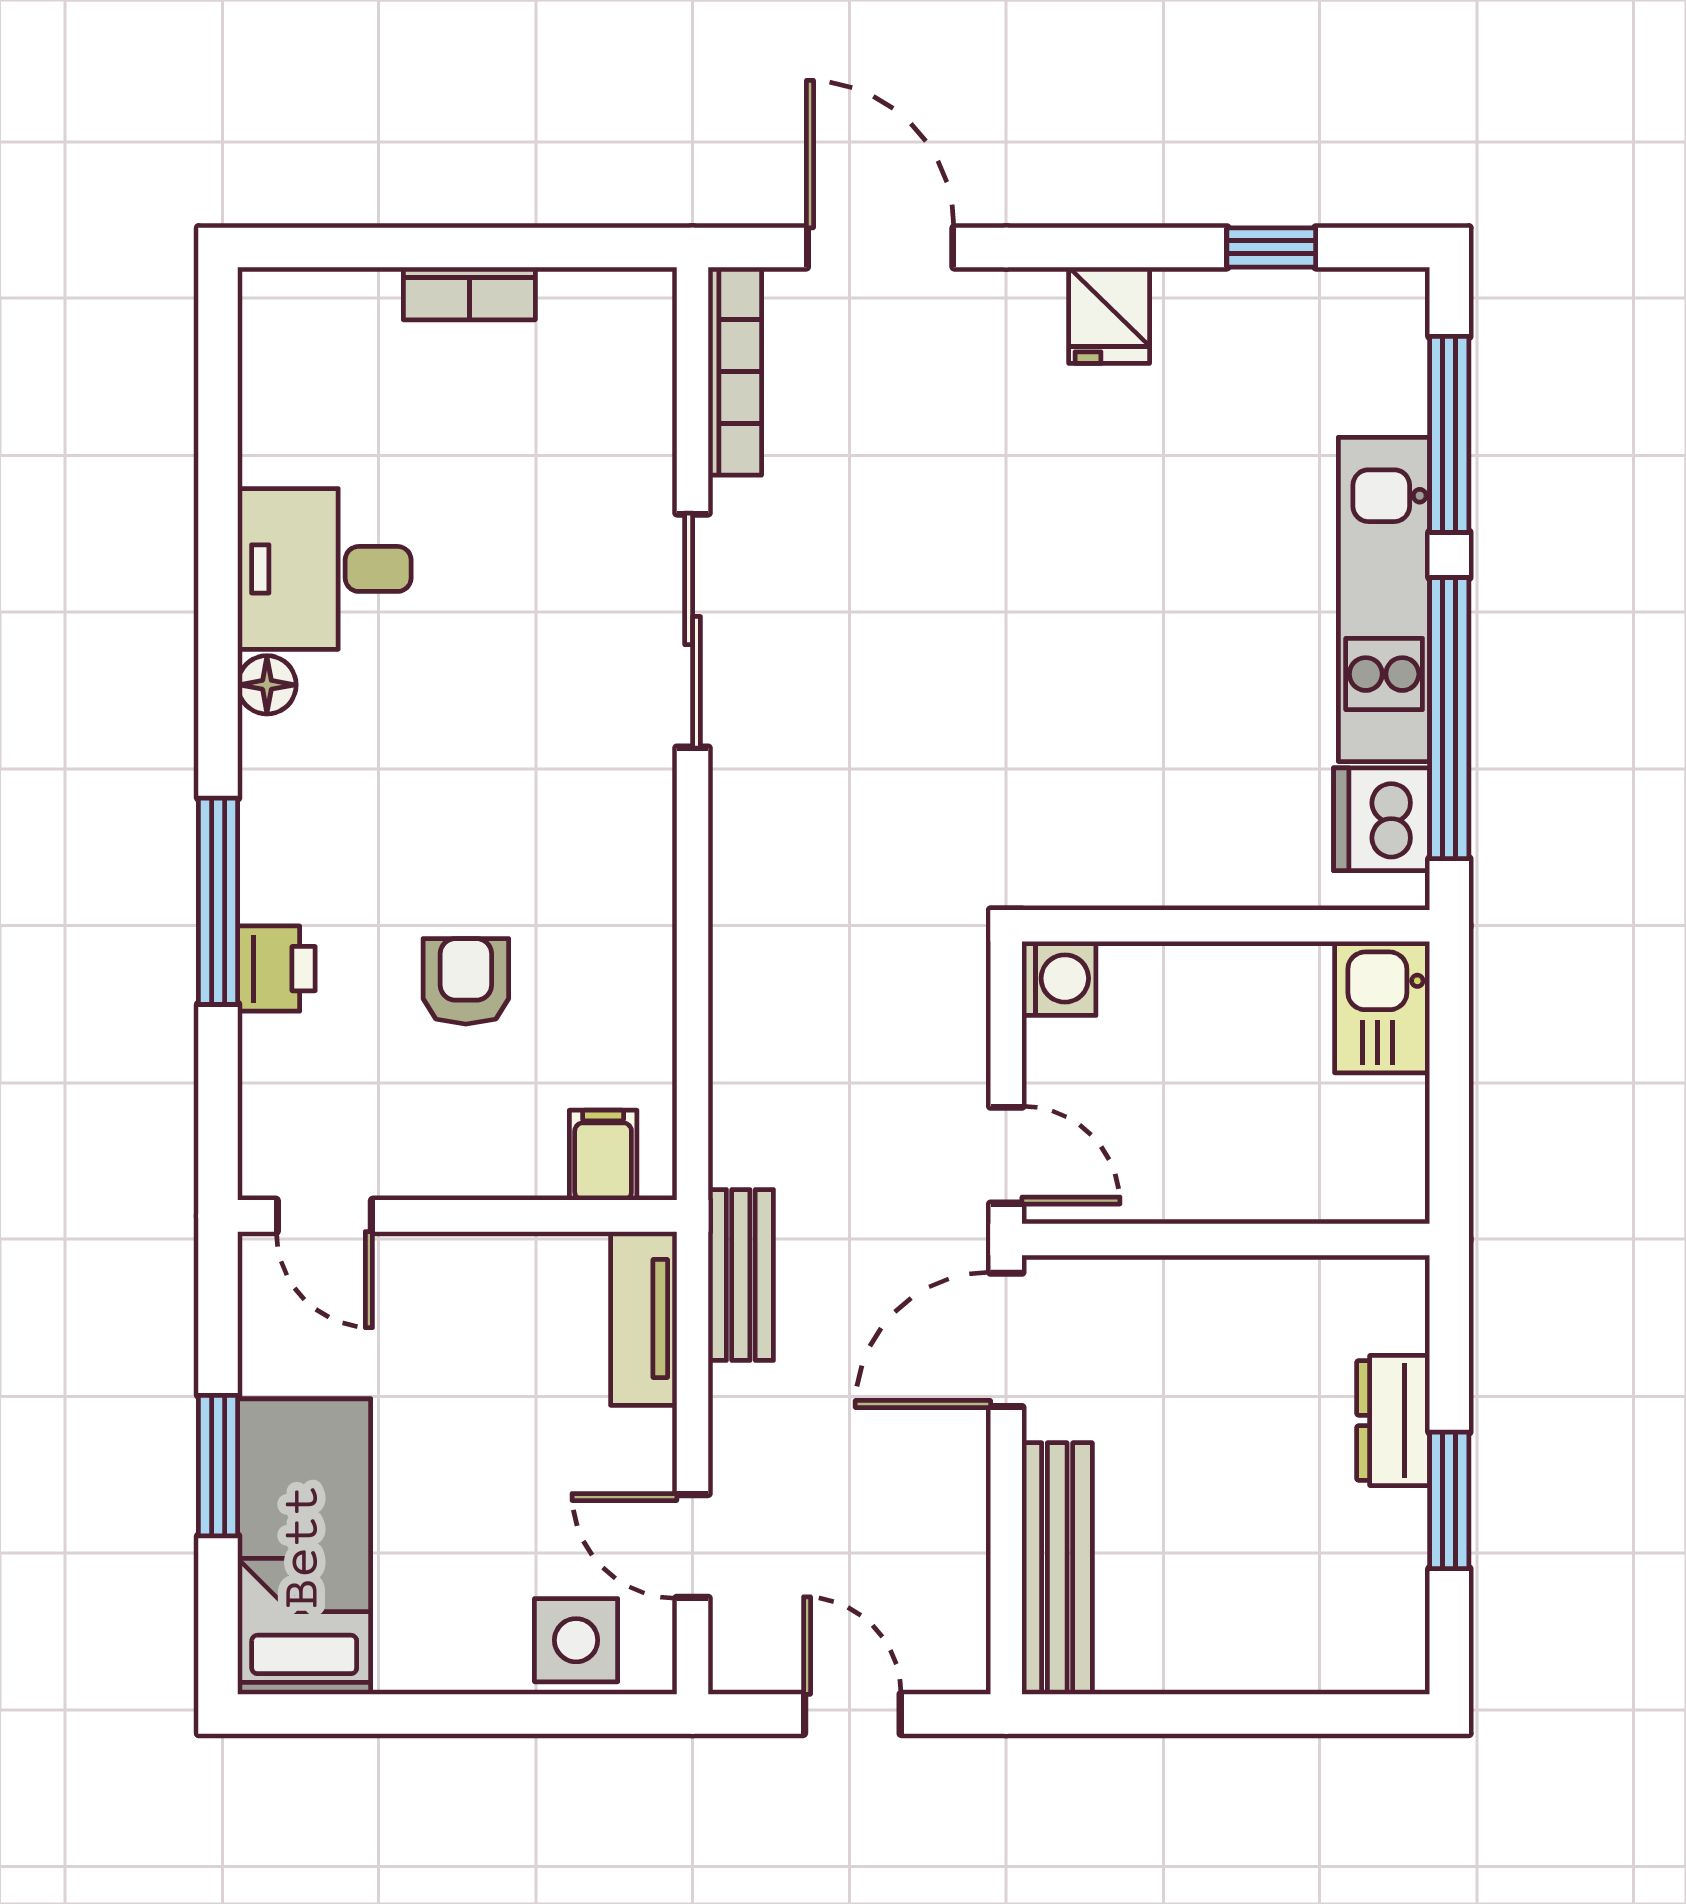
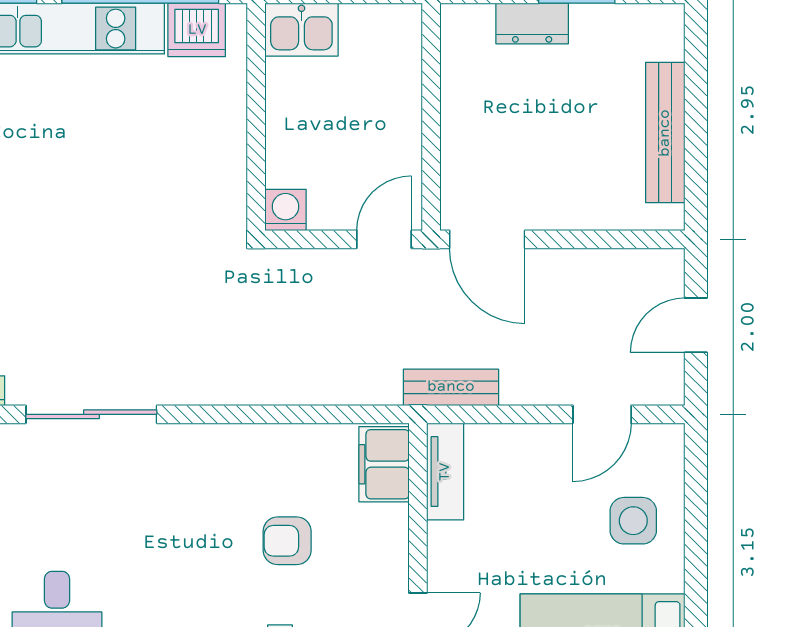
filing cabinet: (603, 1155) -> (384, 464), width x2.00
tv unit: (644, 1318) -> (445, 472), moved, turned -90
bench: (1057, 1569) -> (665, 133), moved, turned 90
side table: (576, 1640) -> (633, 521), moved

